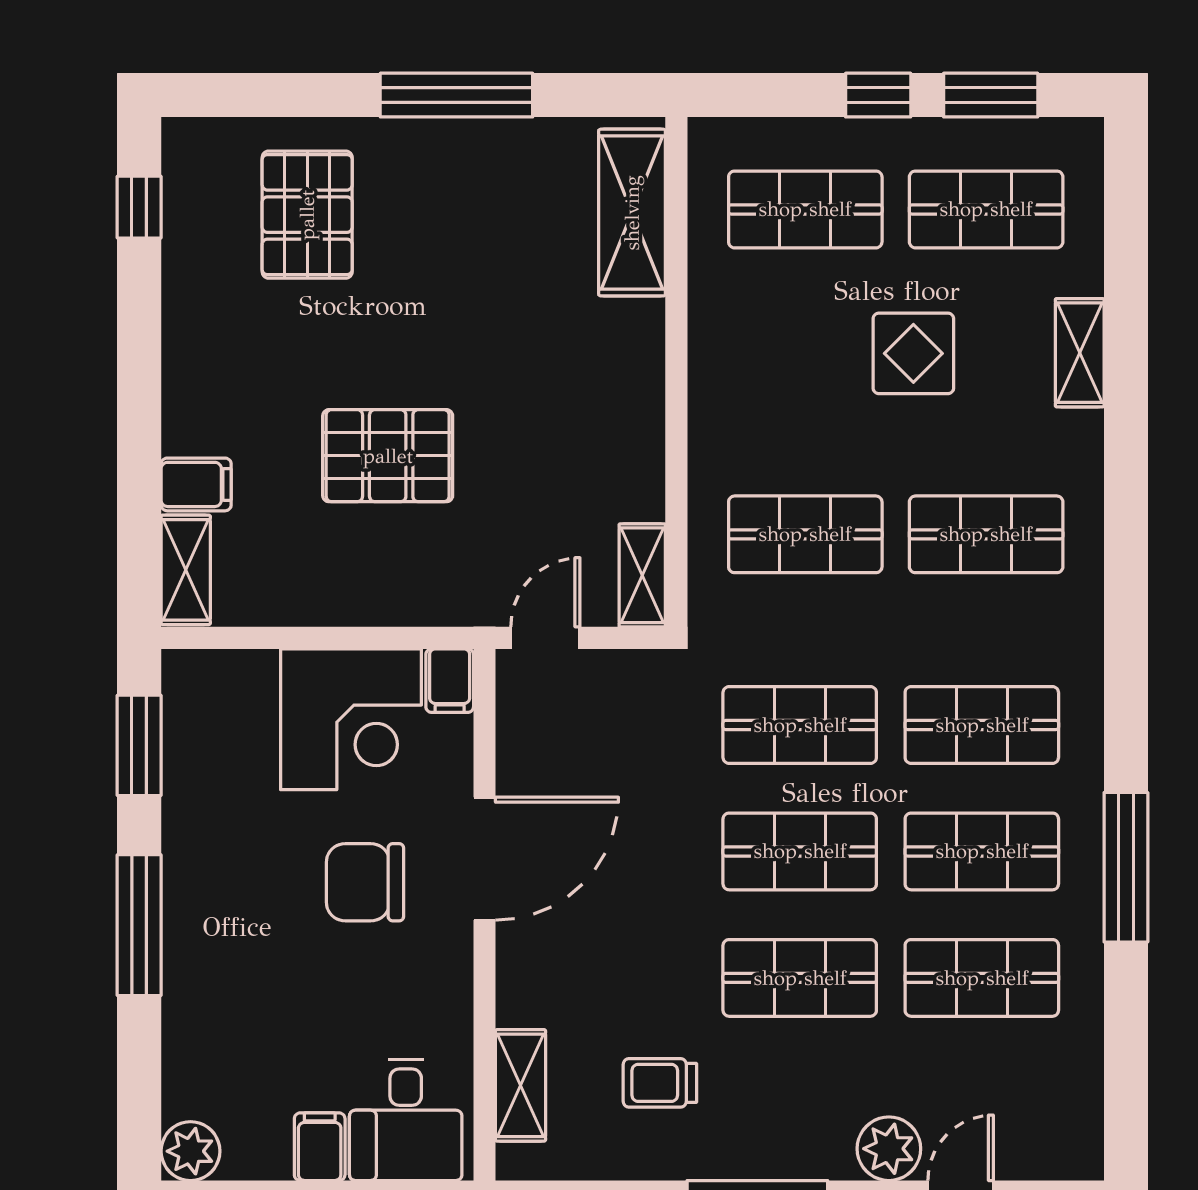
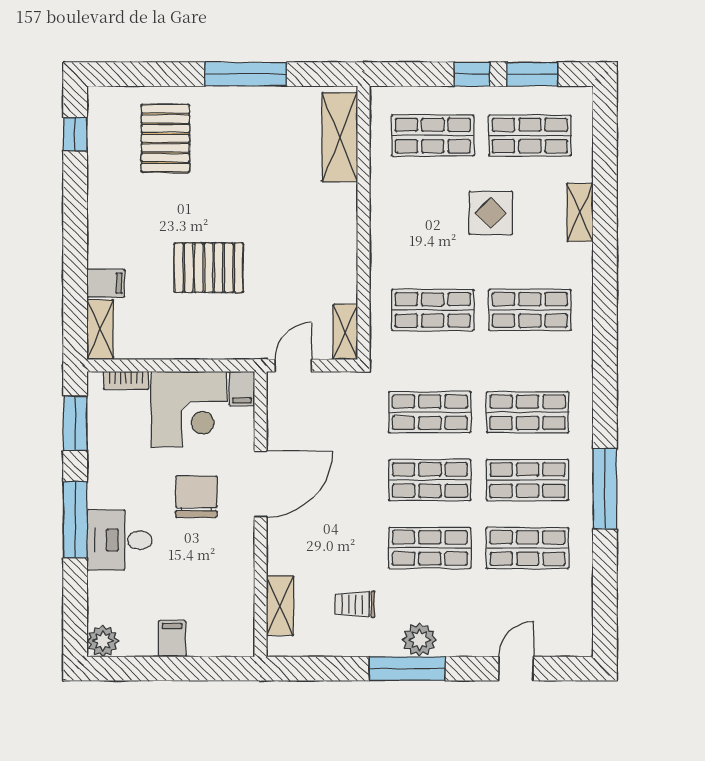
bookcase: (234, 666) -> (126, 380), added
chair: (365, 882) -> (196, 497), turned 90
desk: (406, 1120) -> (120, 540), moved, turned 90
plant: (889, 1149) -> (420, 640), moved

